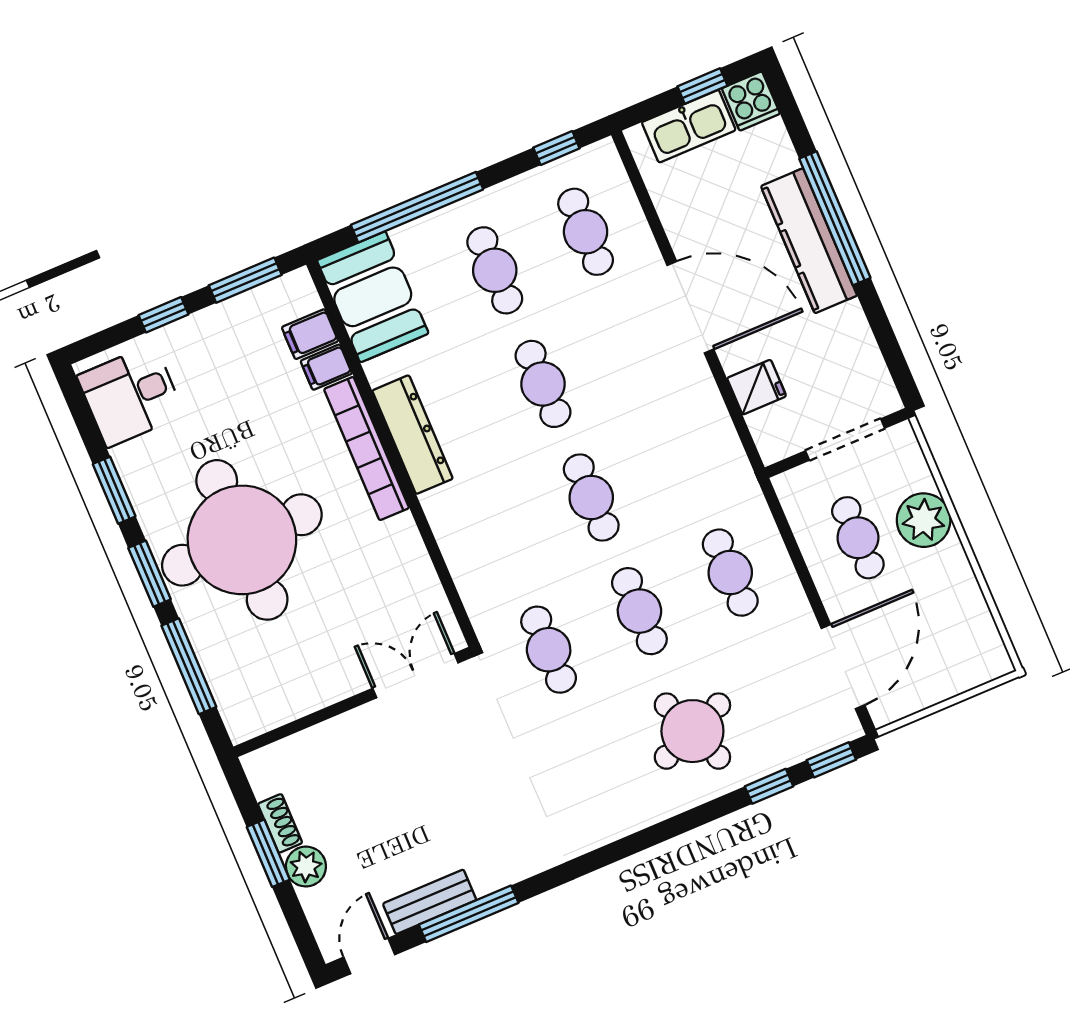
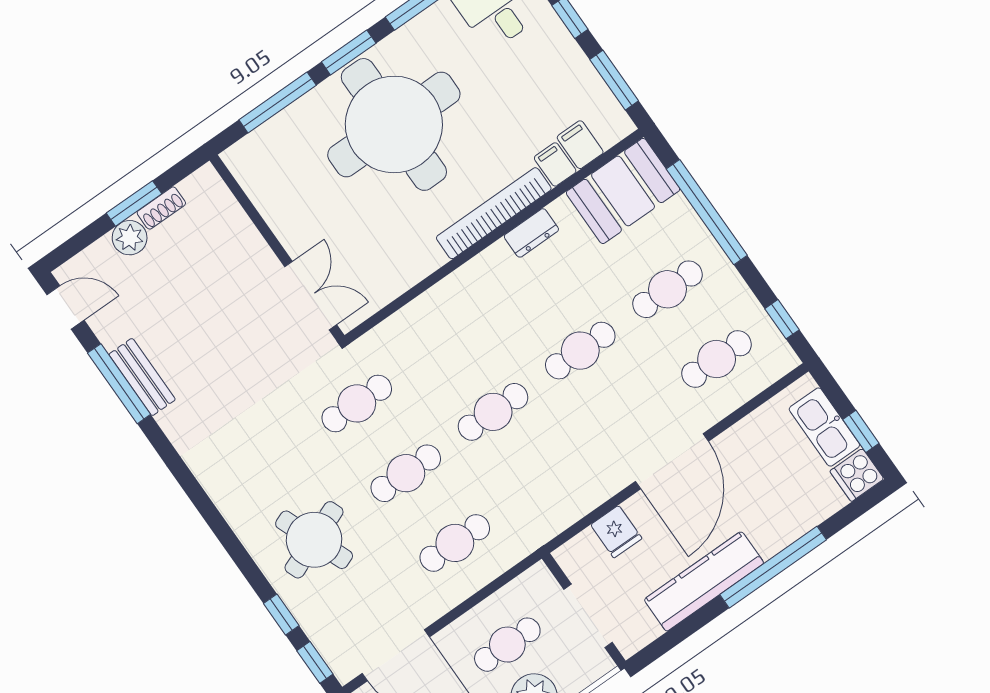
kitchen counter: (809, 241) -> (704, 581), moved
dresser: (412, 435) -> (531, 233), width x0.51, depth x0.80
bench: (430, 902) -> (142, 377), moved

